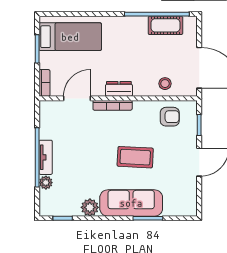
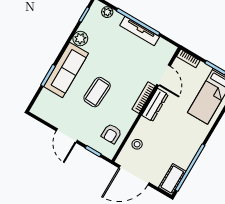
cot: (165, 25) -> (172, 179), moved
dresser: (119, 89) -> (155, 105), width x1.44
tv unit: (46, 157) -> (140, 31), width x1.41
plant: (46, 183) -> (107, 12), moved

